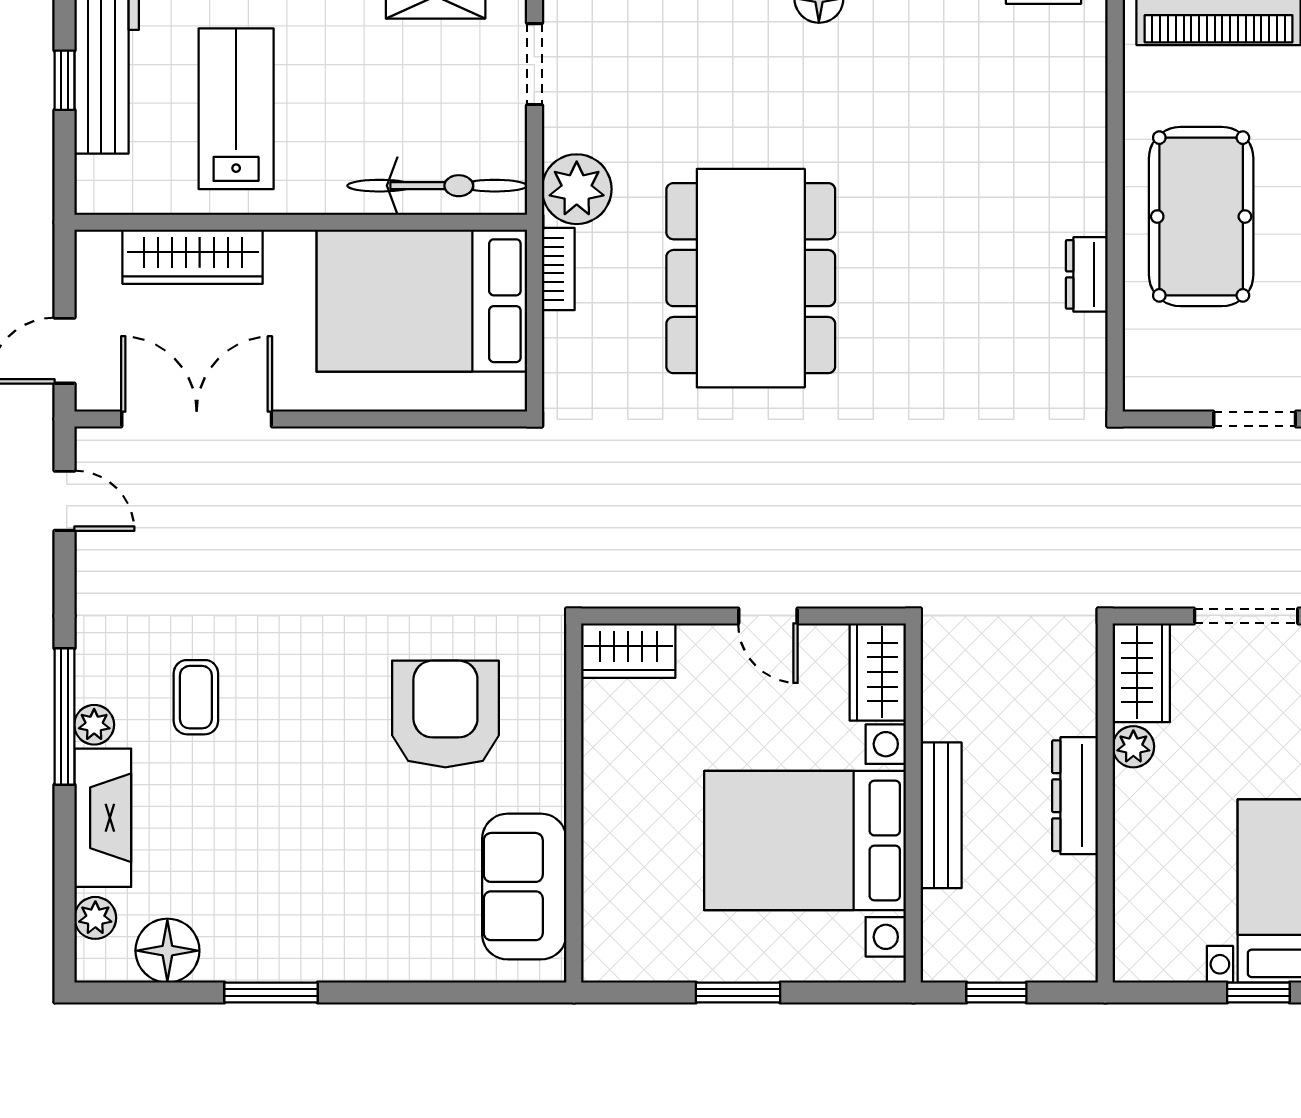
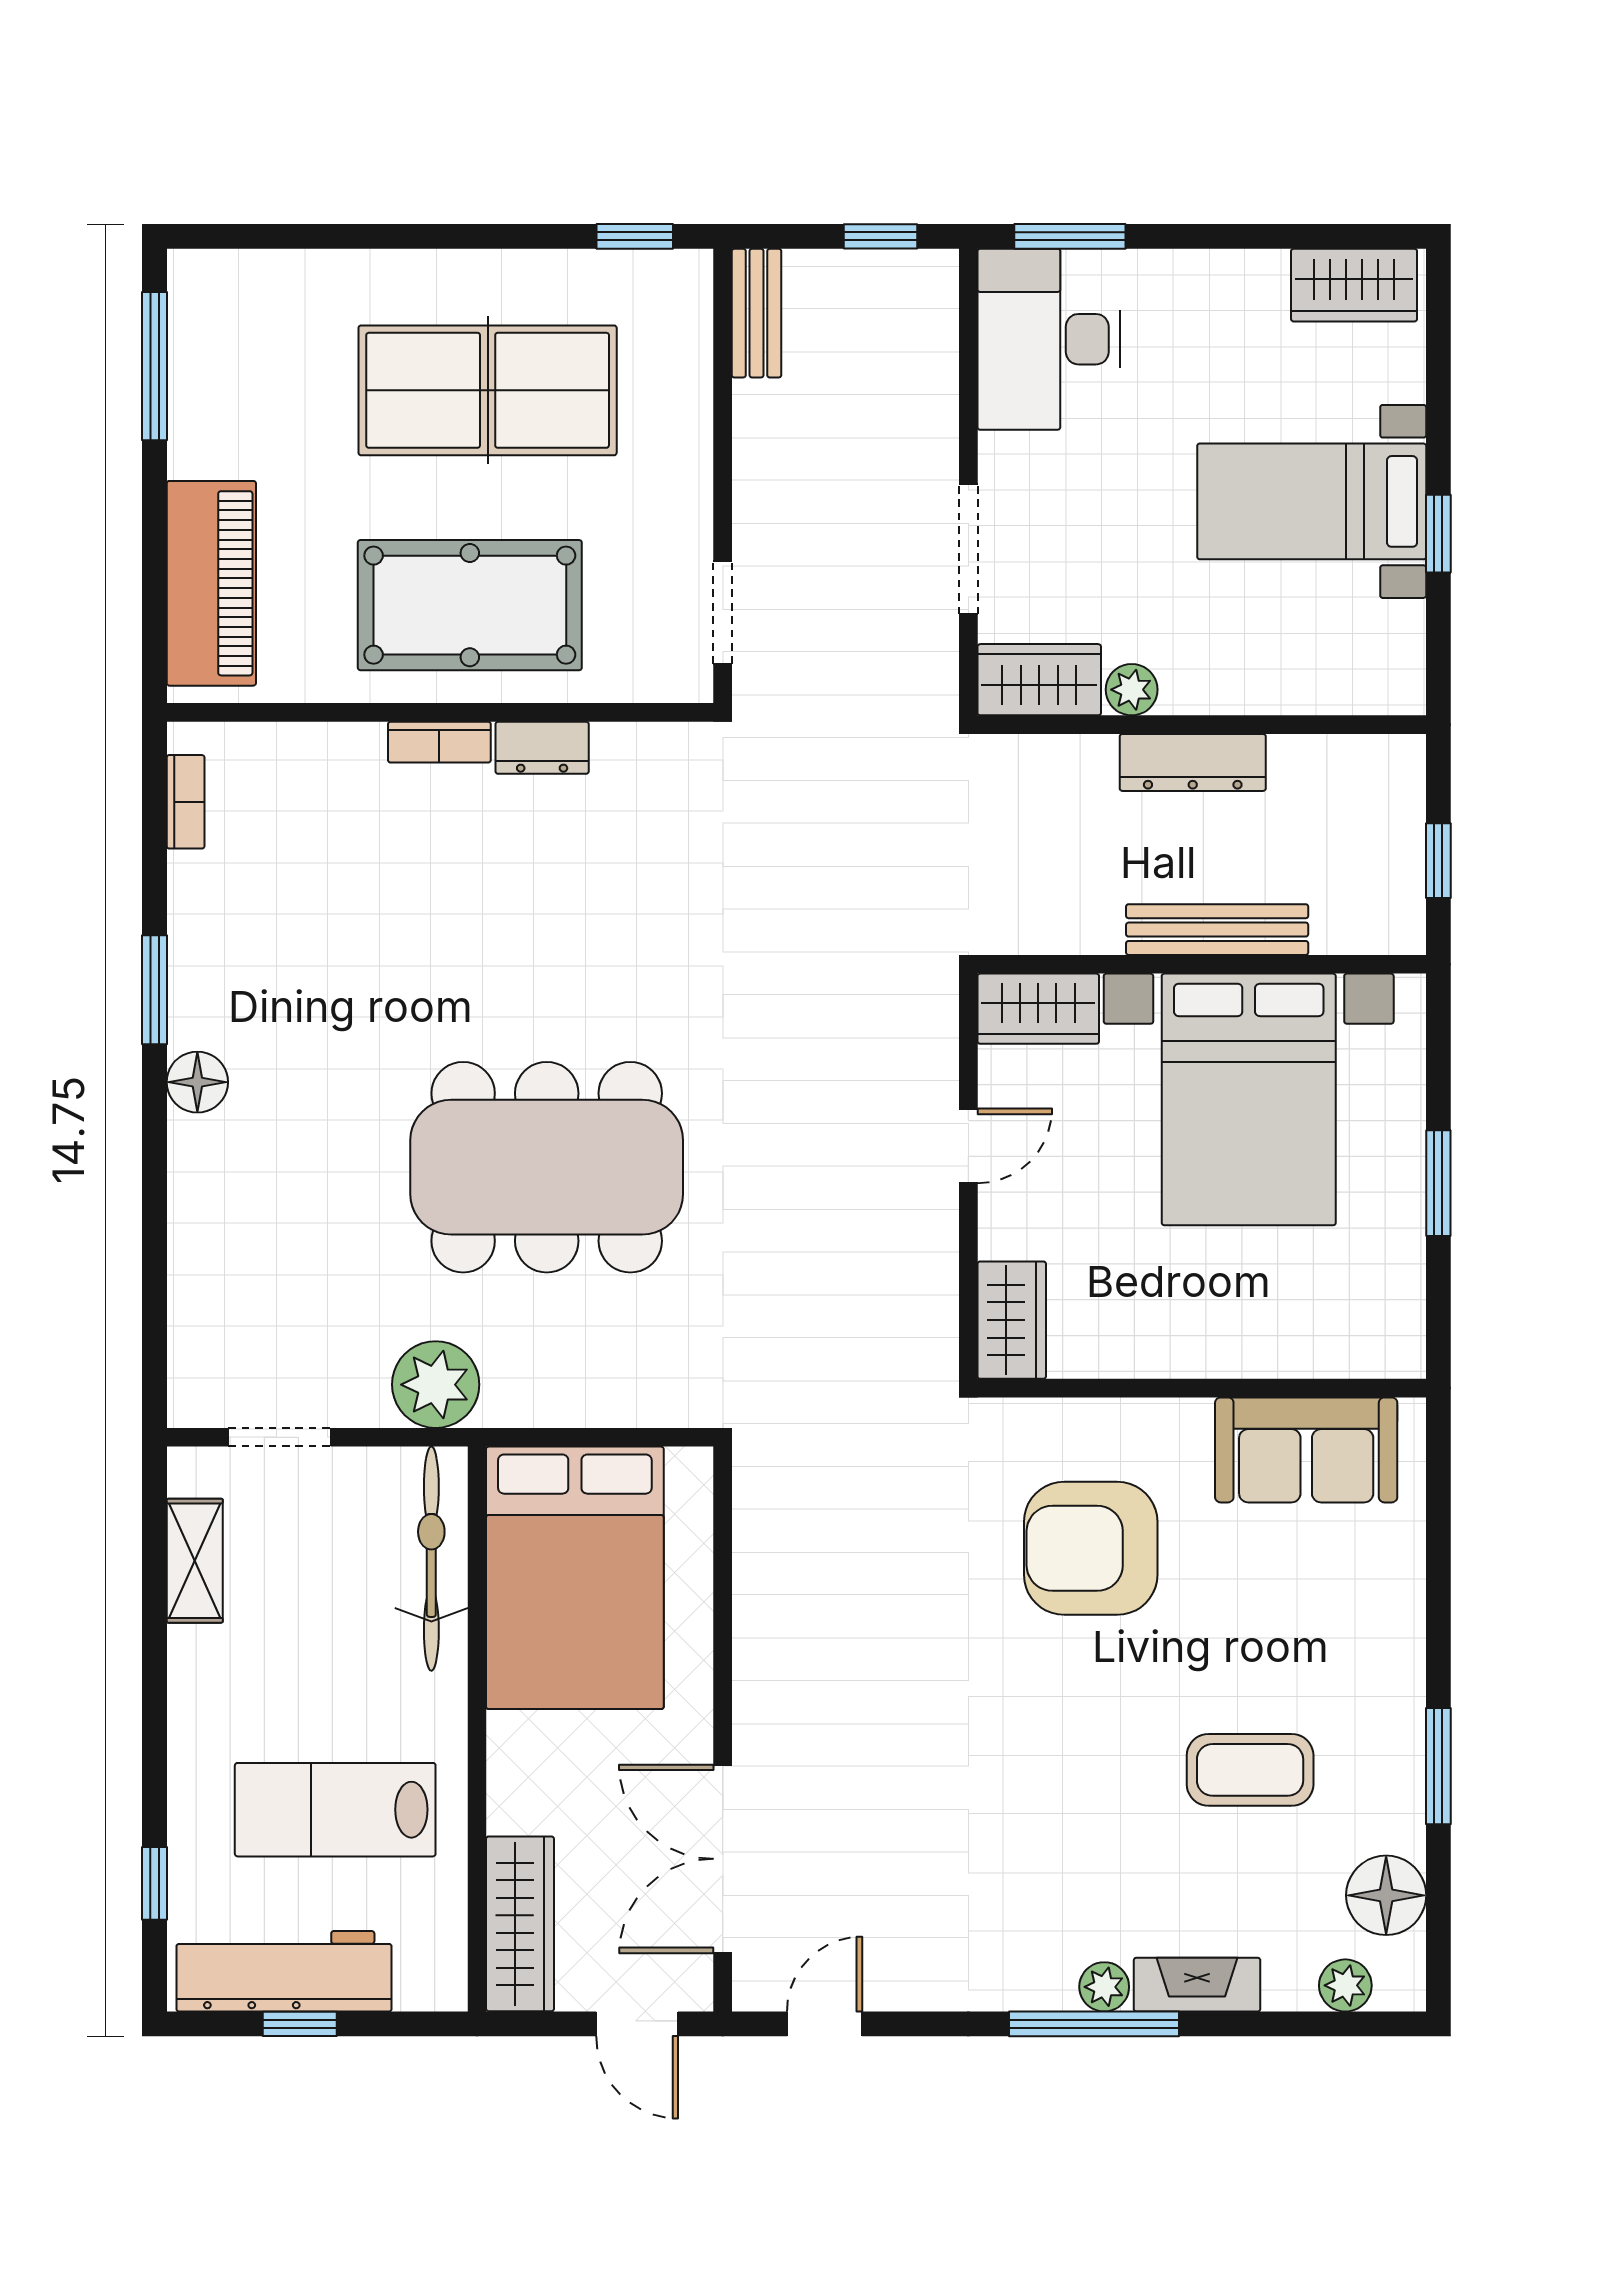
wardrobe: (193, 257) -> (520, 1924), moved
bookcase: (558, 269) -> (439, 742), moved, turned 180
doorway: (1255, 419) -> (723, 612), moved
coffee table: (196, 697) -> (1250, 1770), moved, width x1.36, depth x1.30
fireplace: (103, 818) -> (1197, 1985), width x0.73, depth x0.76

